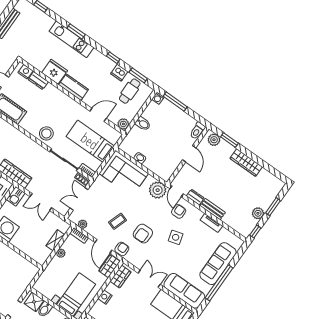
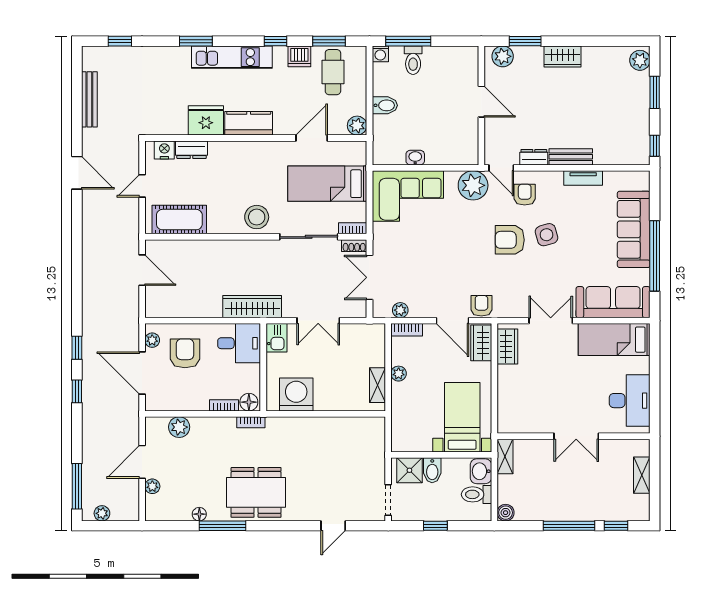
kitchen unit: (71, 39) -> (232, 57), moved
toilet: (197, 131) -> (413, 60), moved
wardrobe: (246, 163) -> (563, 56), width x0.67
plant: (258, 213) -> (640, 60), moved
coffee table: (118, 221) -> (447, 271), removed
armchair: (143, 234) -> (510, 240), moved, turned 90
shelving: (55, 240) -> (377, 385), moved
nightstand: (105, 297) -> (506, 392), removed

